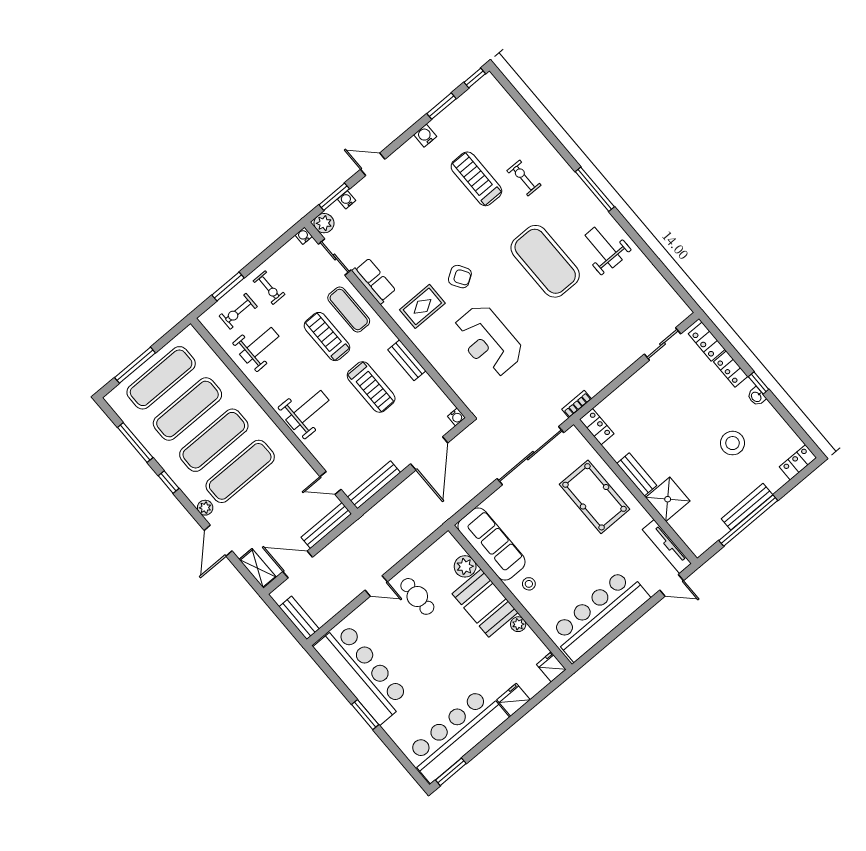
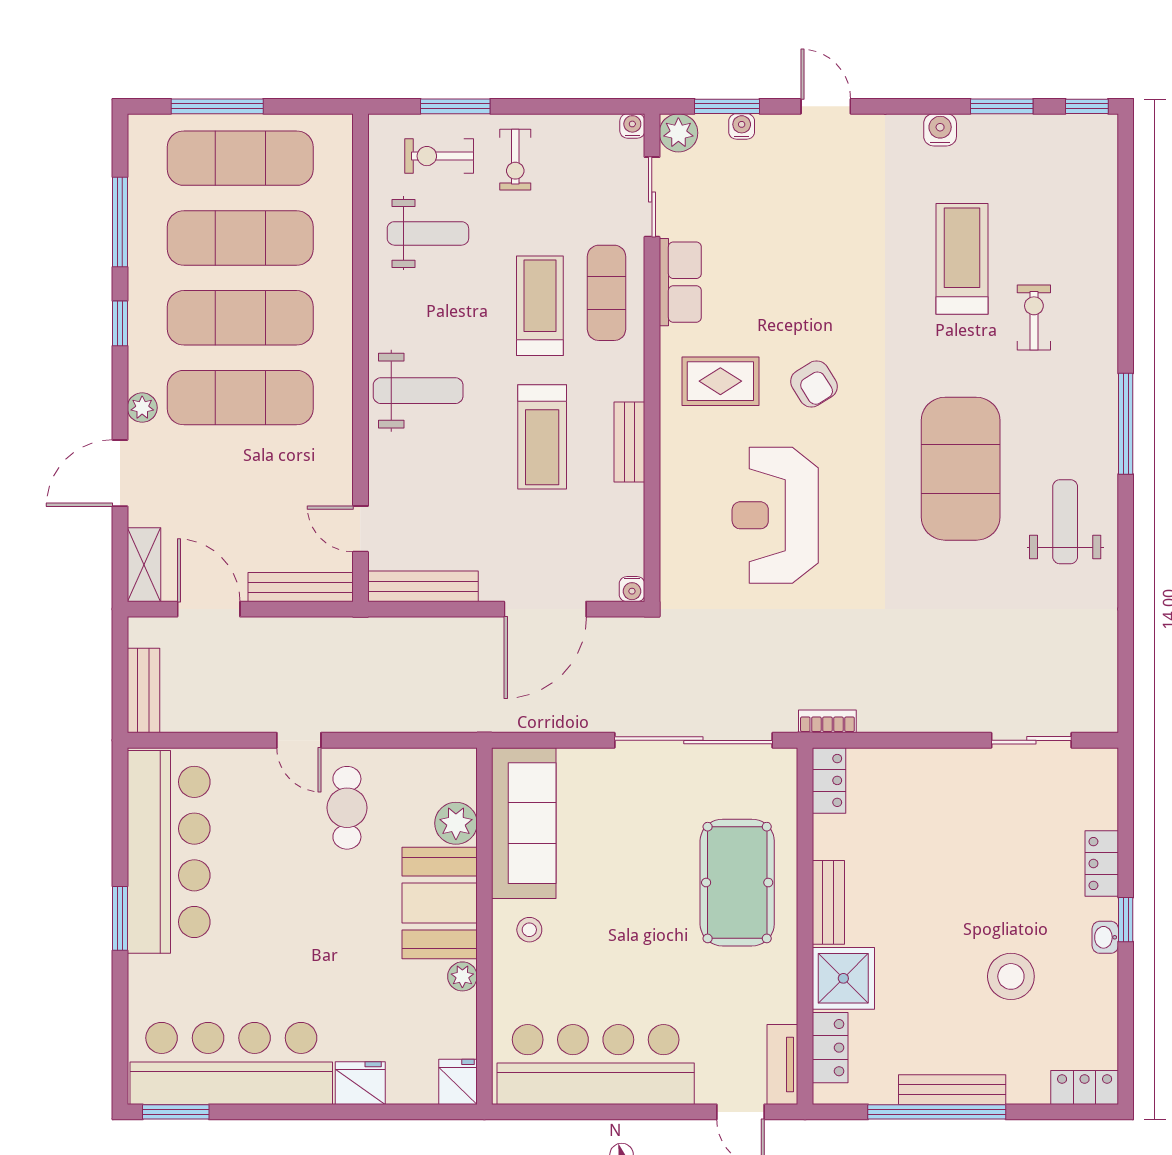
locker: (707, 342) -> (830, 1048), moved, turned 180
tv unit: (667, 547) -> (782, 1064), width x0.71

